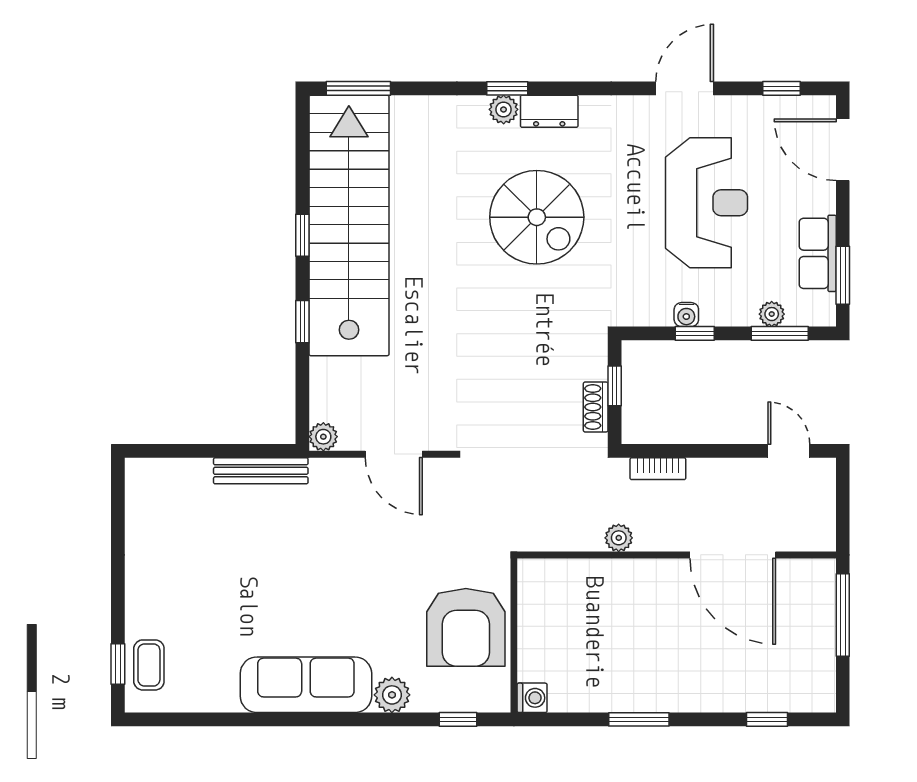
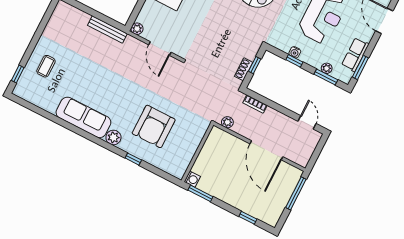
wall: (514, 635) -> (197, 153), moved
coffee table: (149, 665) -> (46, 66), moved
washing machine: (532, 698) -> (192, 179), moved

